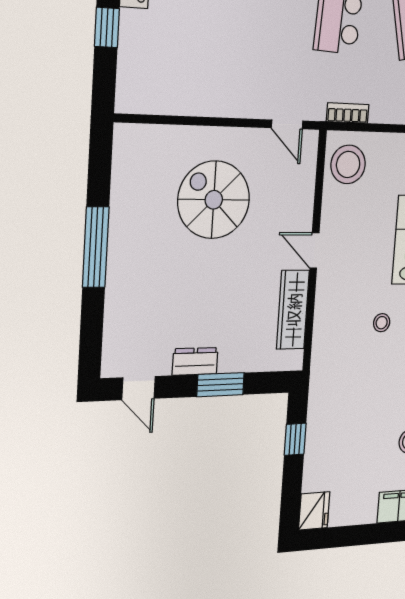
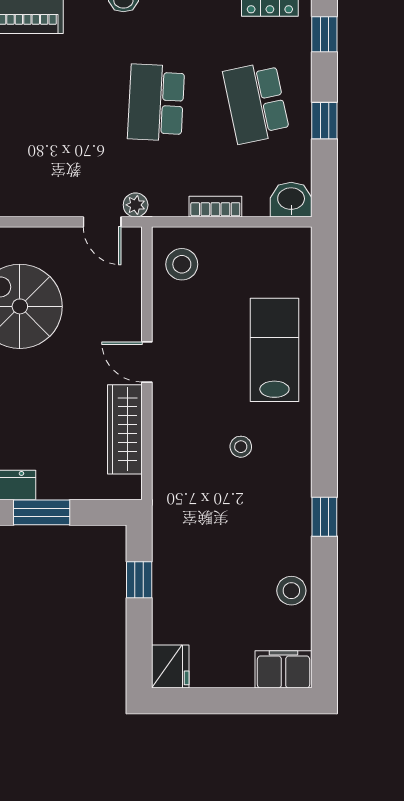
plant: (315, 110) -> (136, 205), added
bookcase: (348, 113) -> (215, 207), moved
stool: (348, 164) -> (182, 264), width x0.73, depth x0.73

